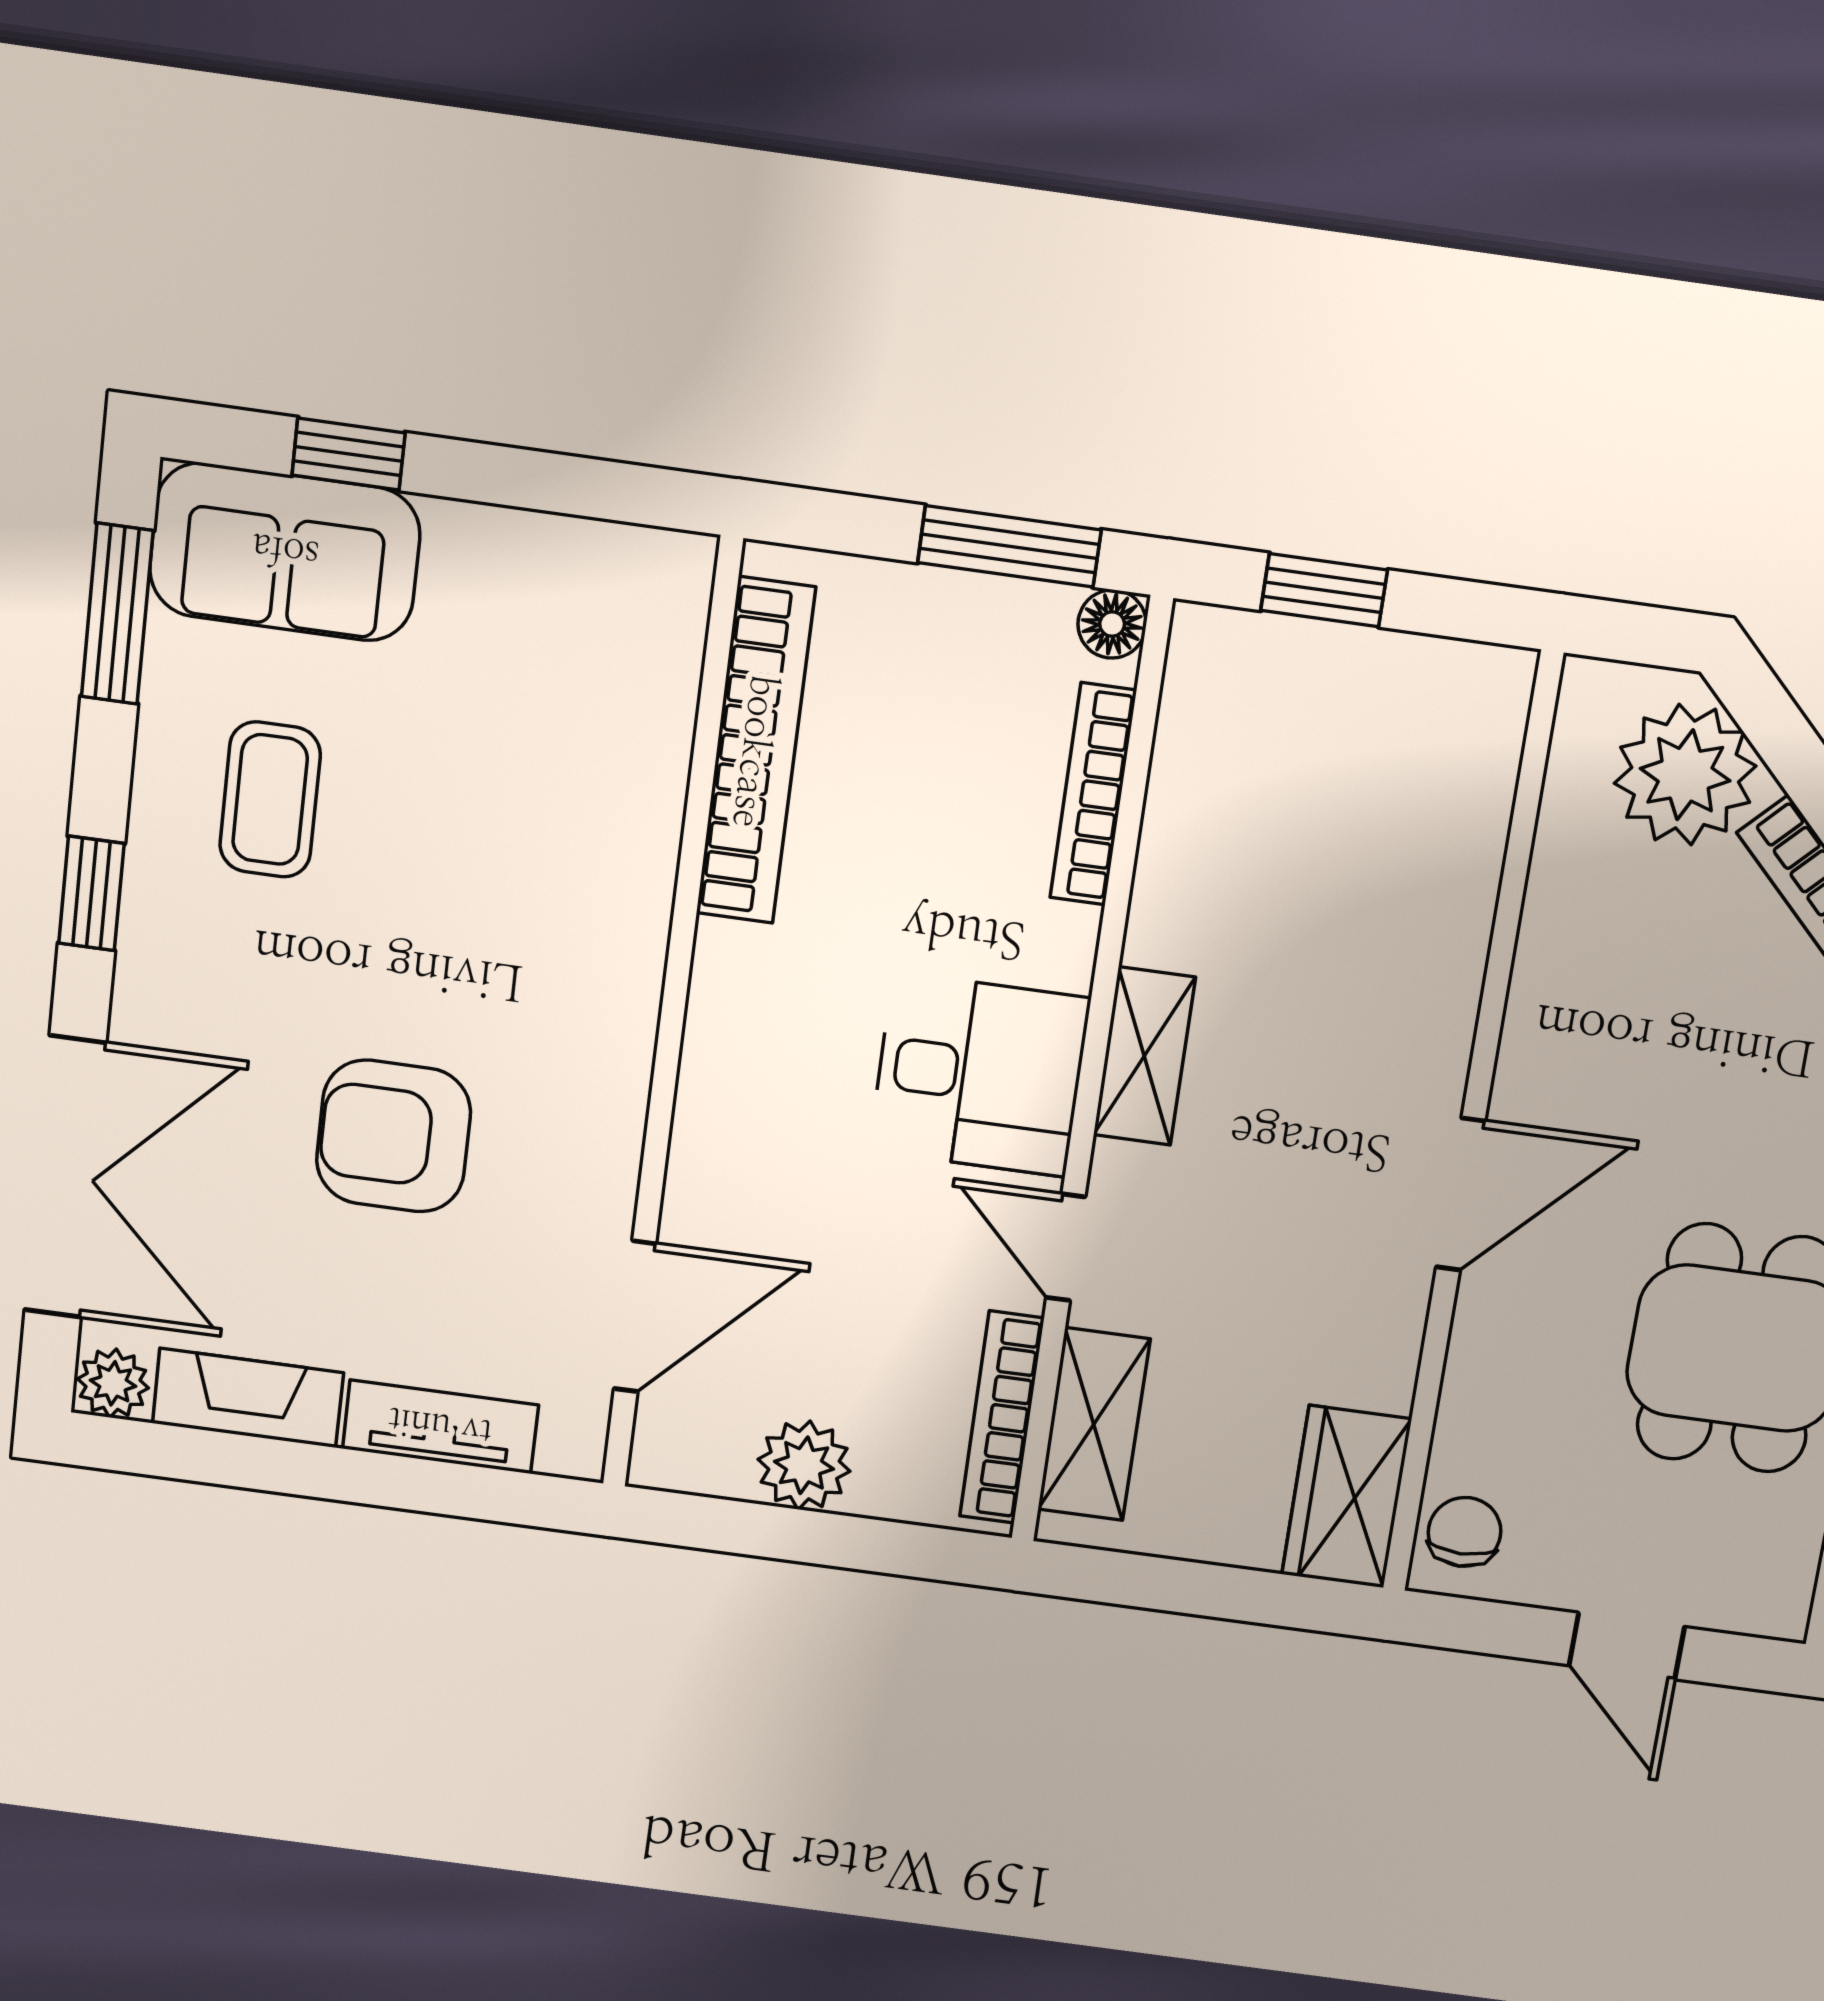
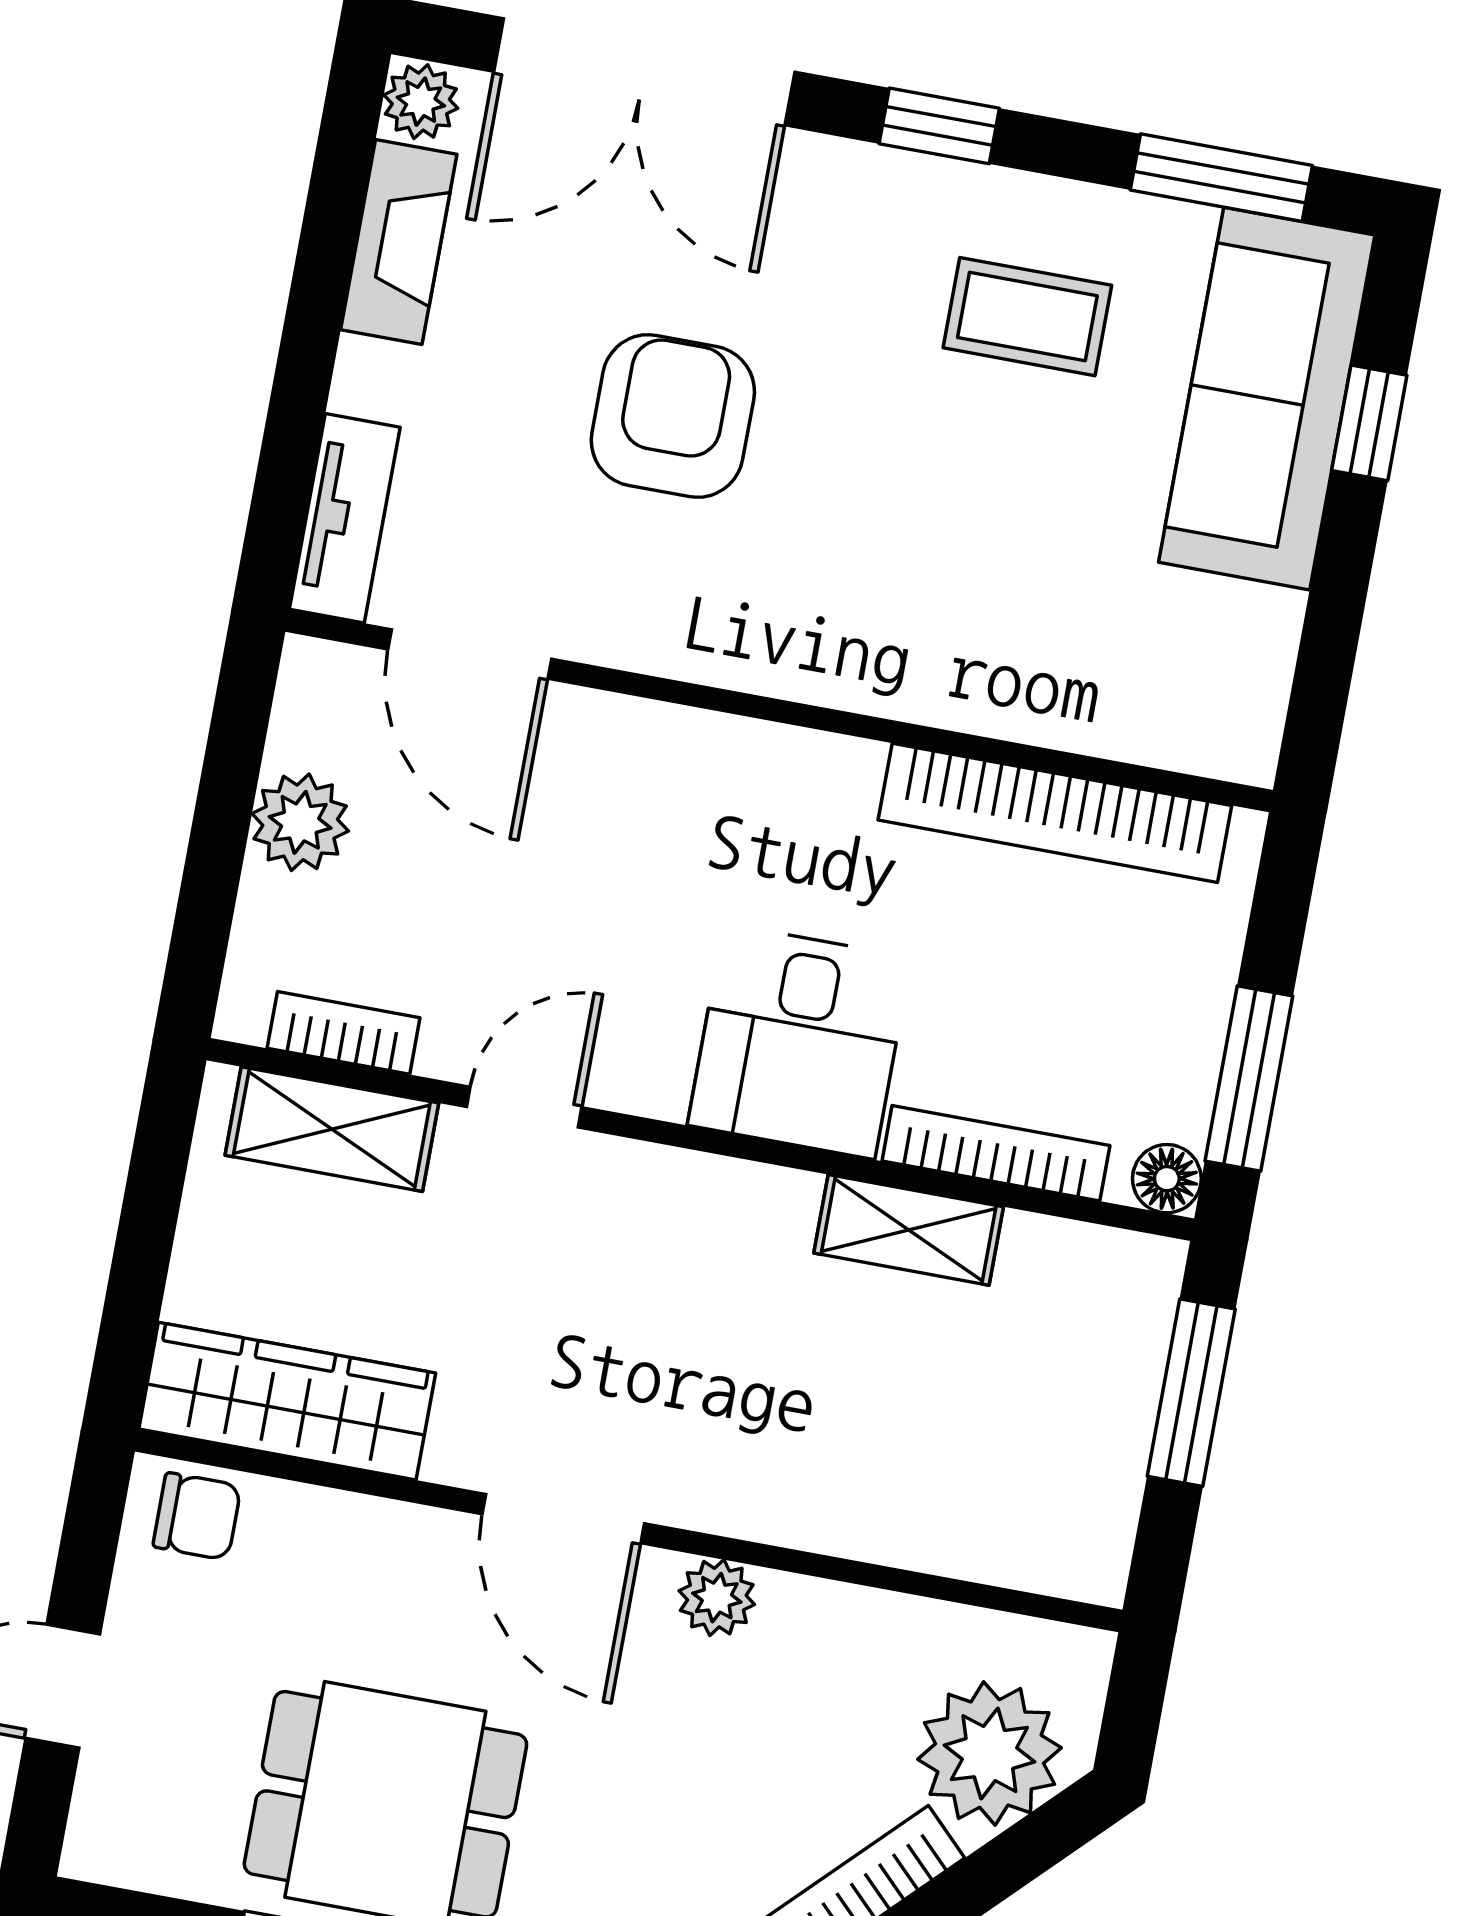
sofa: (285, 552) -> (1267, 399), width x1.36
window: (1324, 590) -> (1191, 1393), width x1.50
plant: (1535, 1045) -> (717, 1598), added
shelving: (1144, 1056) -> (909, 1230), moved
desk: (979, 1075) -> (799, 1041), moved
bookcase: (1002, 1417) -> (344, 1033), width x0.64
tv unit: (440, 1427) -> (345, 518), moved
wardrobe: (1346, 1497) -> (287, 1401), width x1.50

